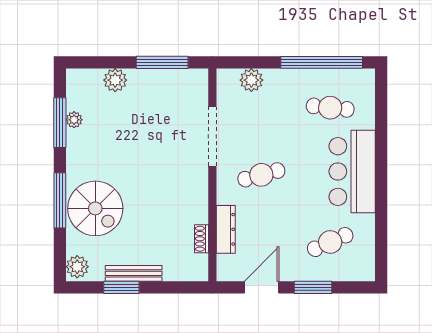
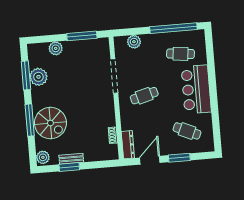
plant: (74, 120) -> (38, 77), width x1.88, depth x1.88
dresser: (226, 229) -> (128, 145), moved
cafe table: (330, 242) -> (187, 131), turned 48
bench: (134, 273) -> (71, 159), width x0.73

